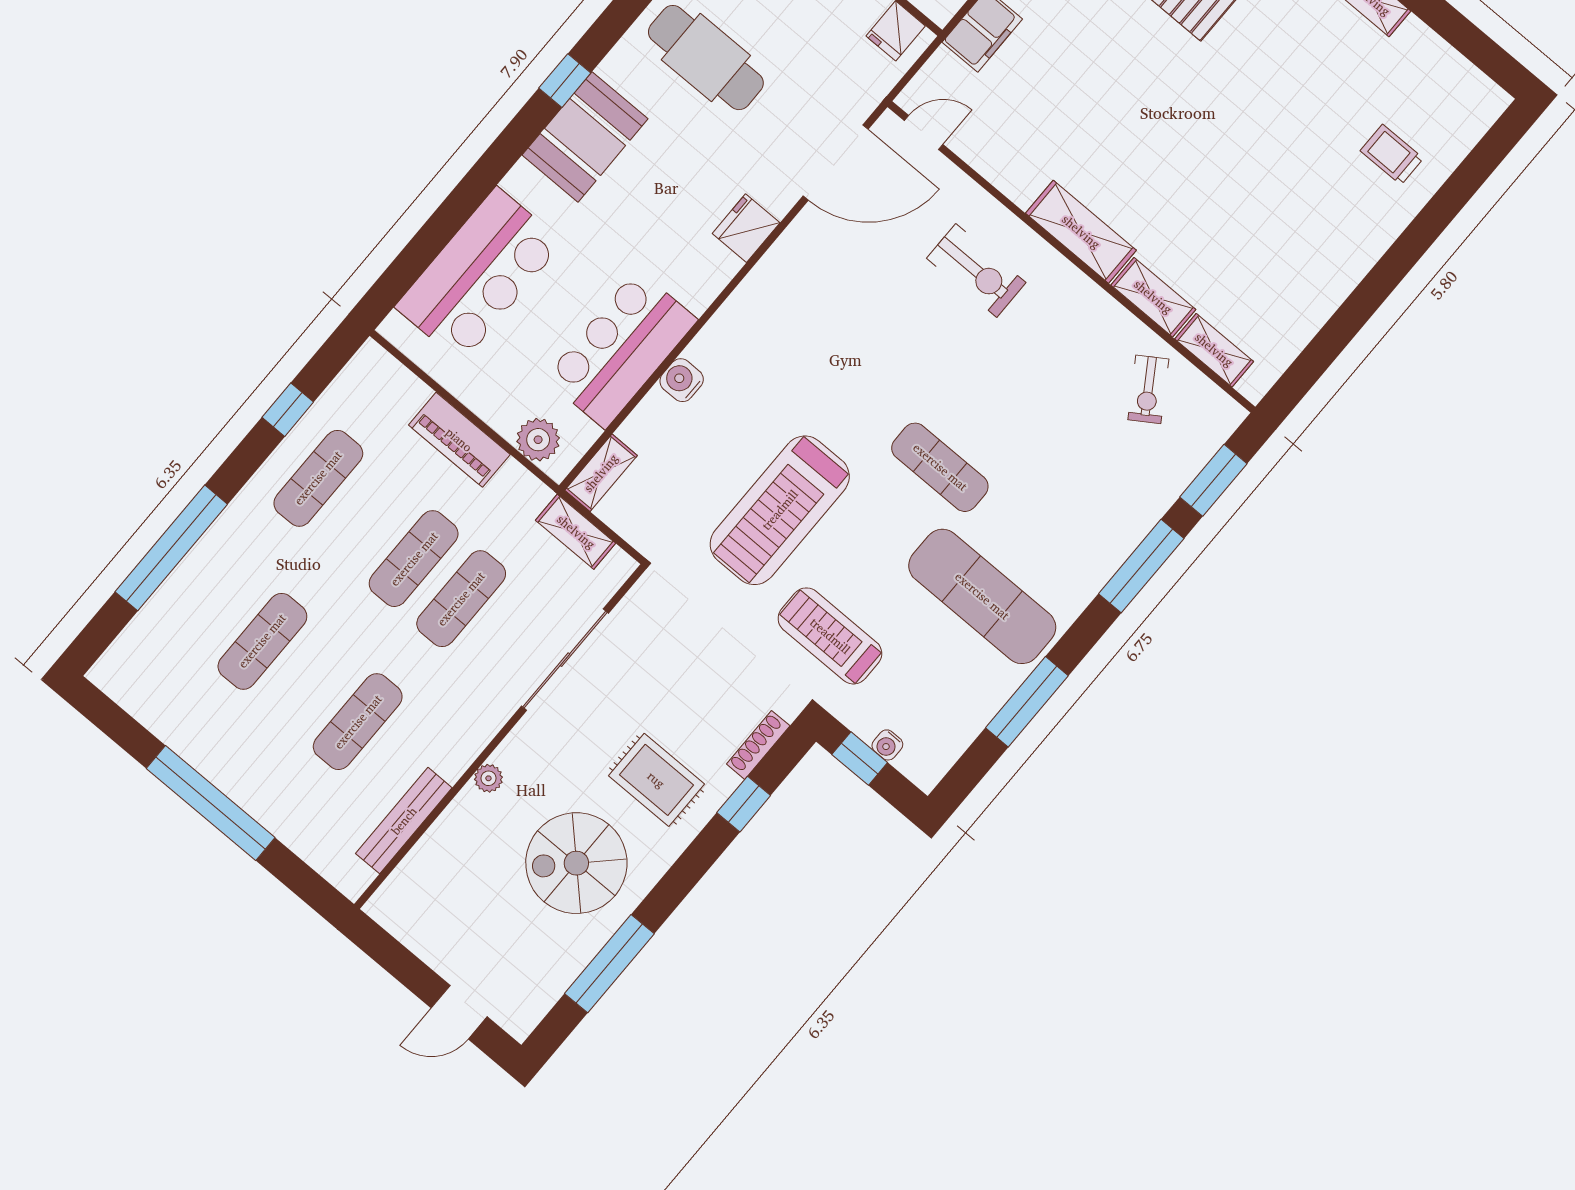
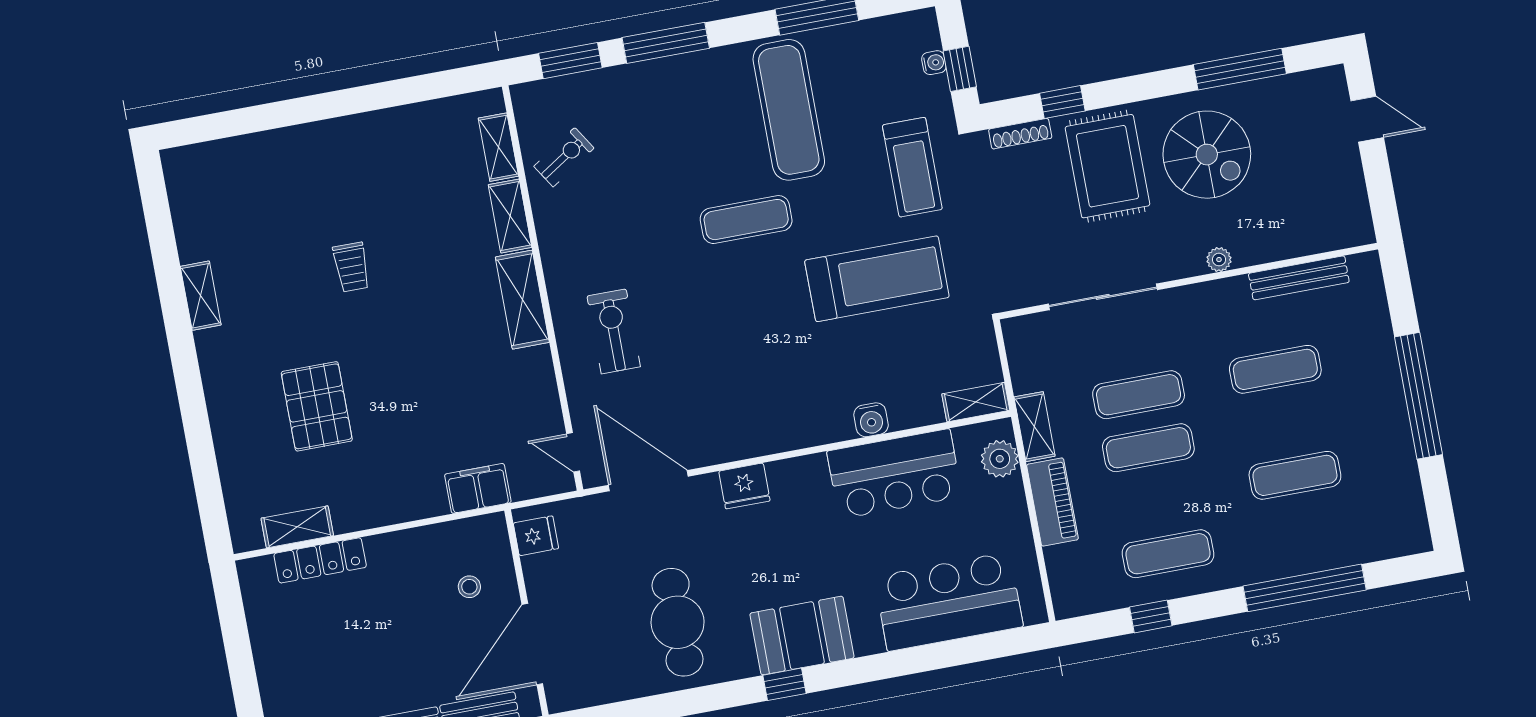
trolley: (1392, 155) -> (351, 267), moved
exercise mat: (940, 467) -> (746, 220), turned 90
shelving: (576, 532) -> (1035, 427), moved
rug: (656, 780) -> (1107, 166), width x1.36, depth x1.43

